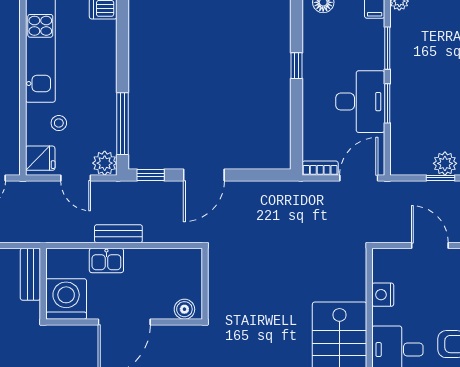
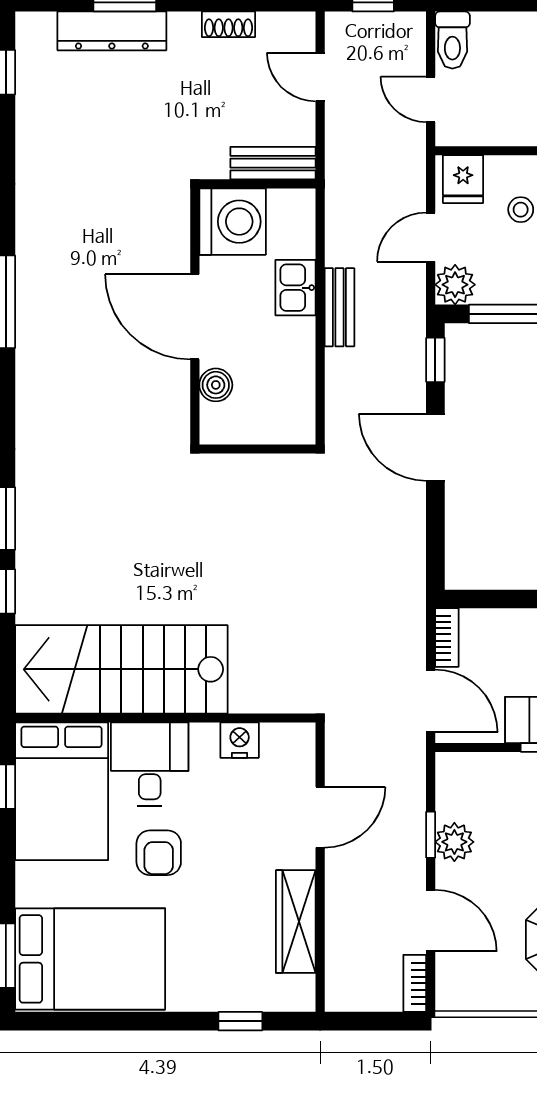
boiler: (184, 309) -> (216, 385), moved

